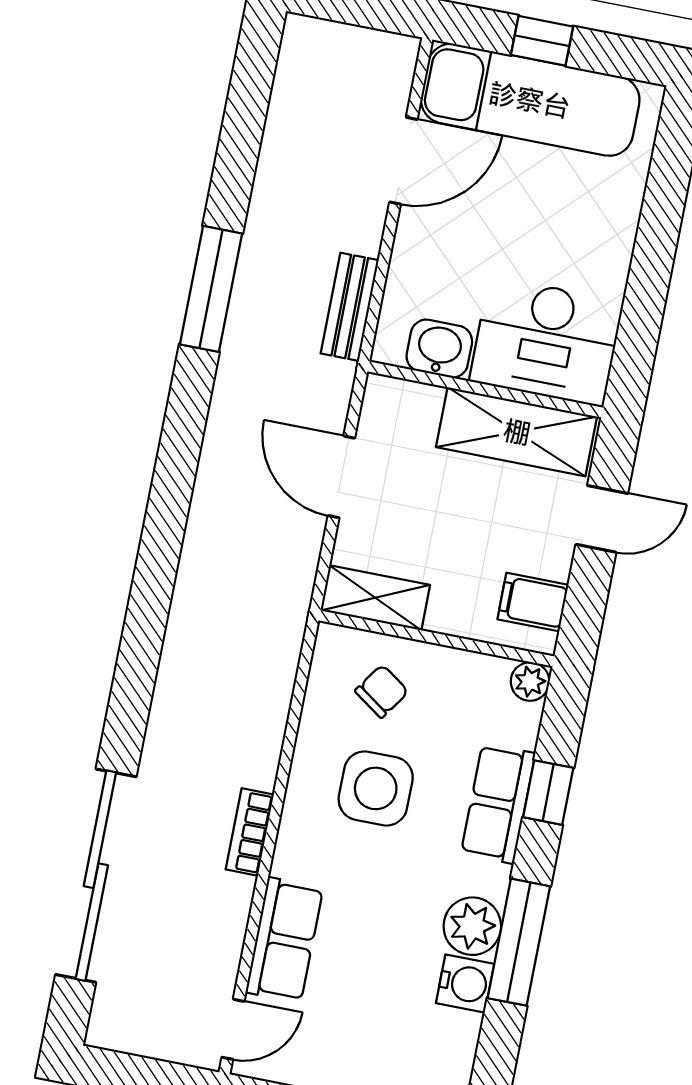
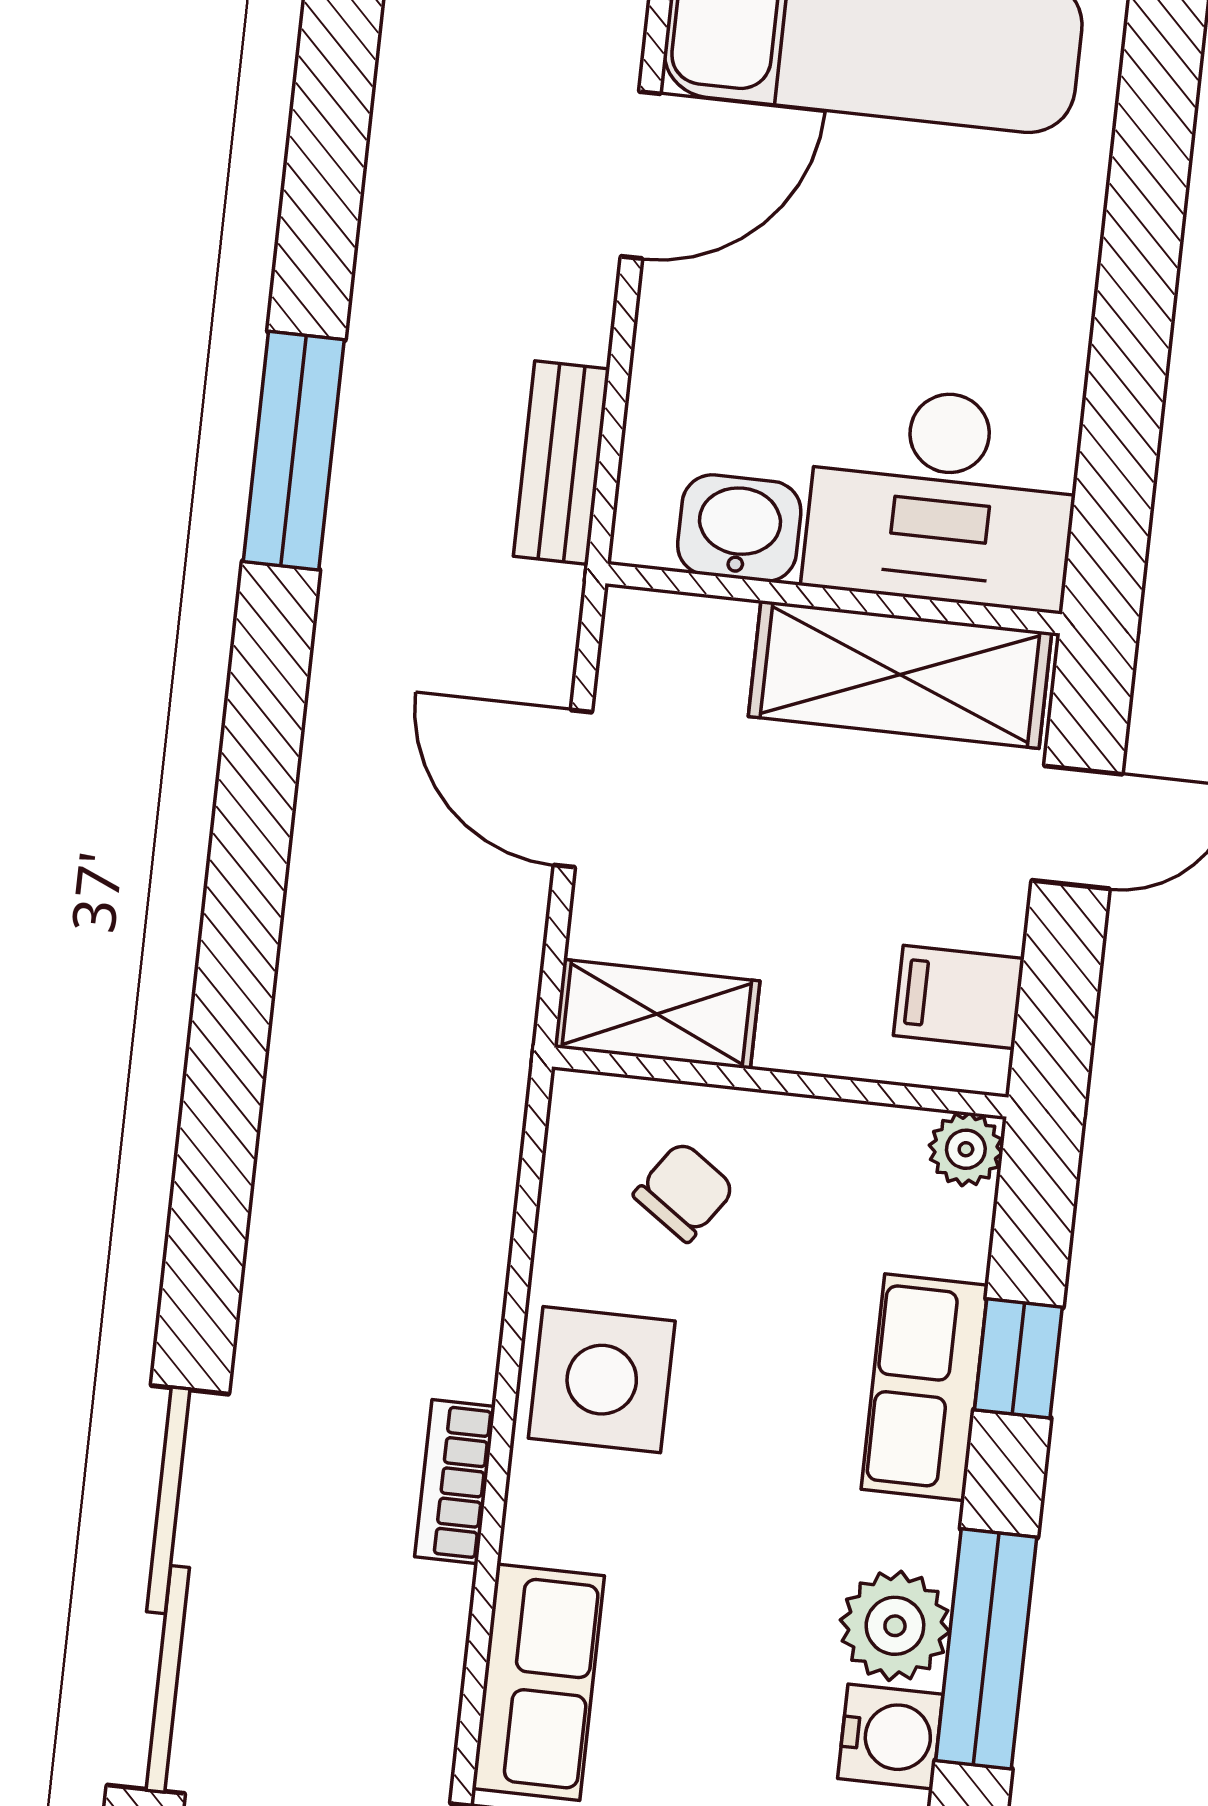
side table: (376, 788) -> (602, 1380), moved

